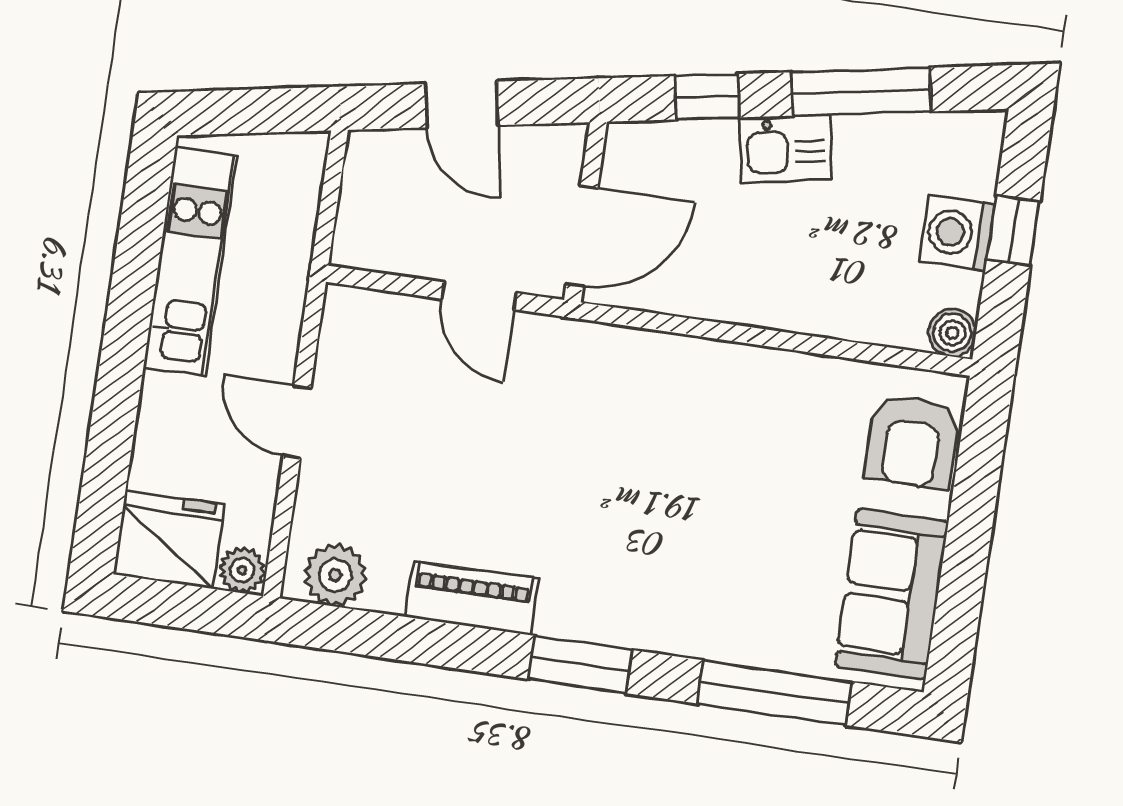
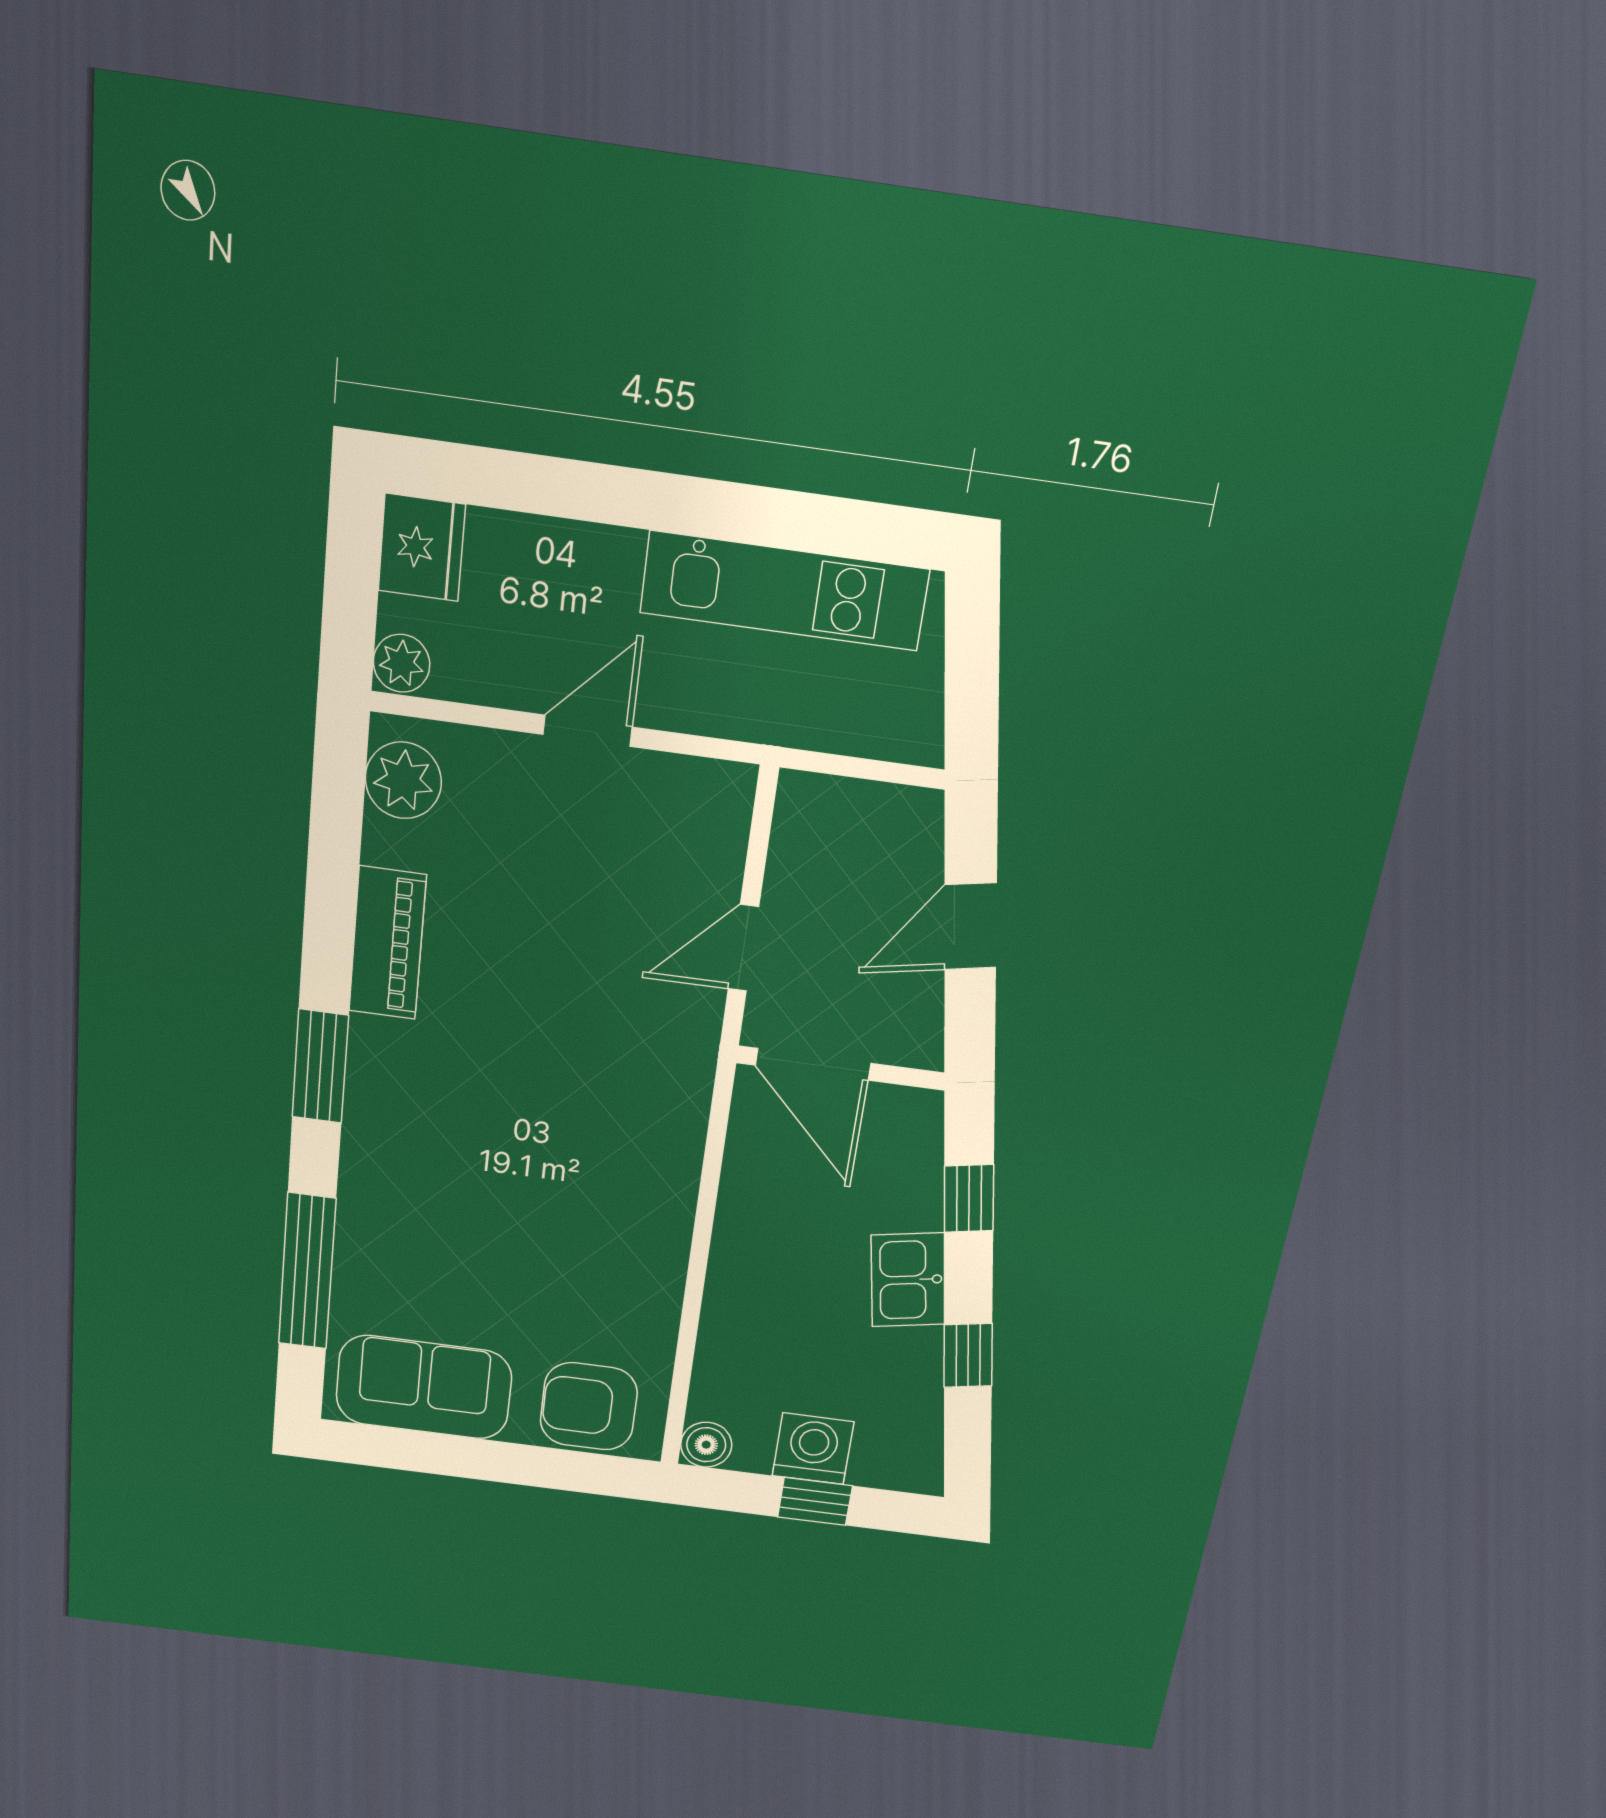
window: (861, 92) -> (968, 1355), width x0.46
fridge: (169, 540) -> (422, 548), width x0.73, depth x0.75

